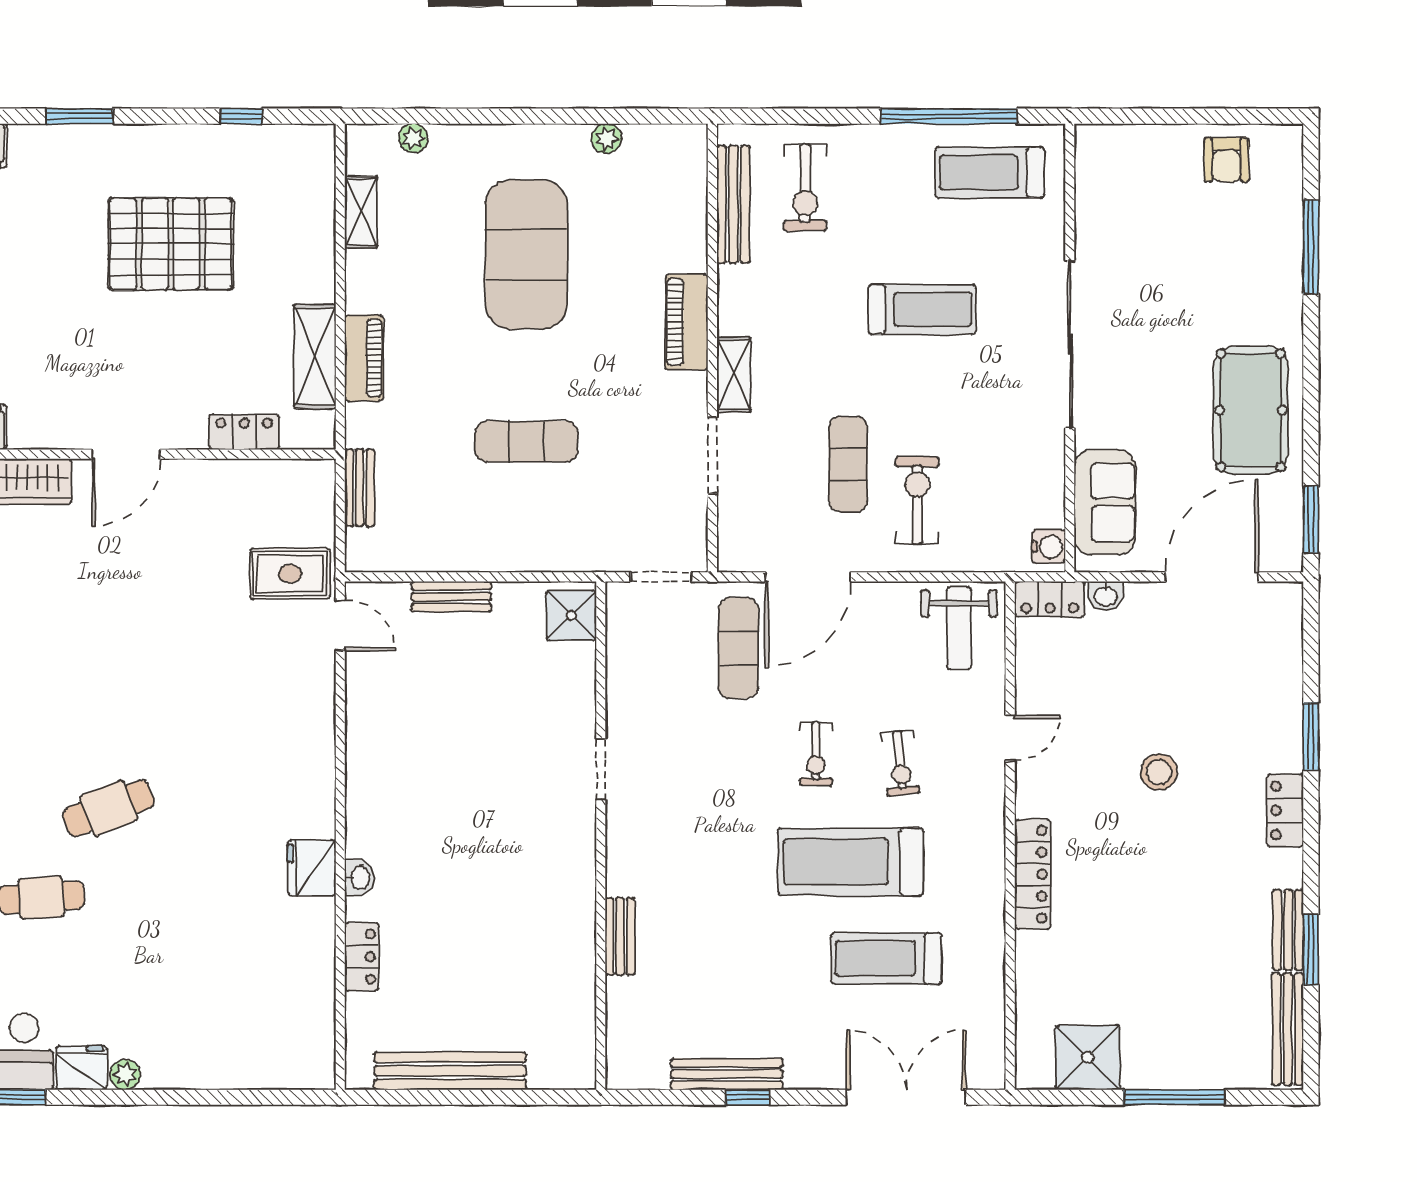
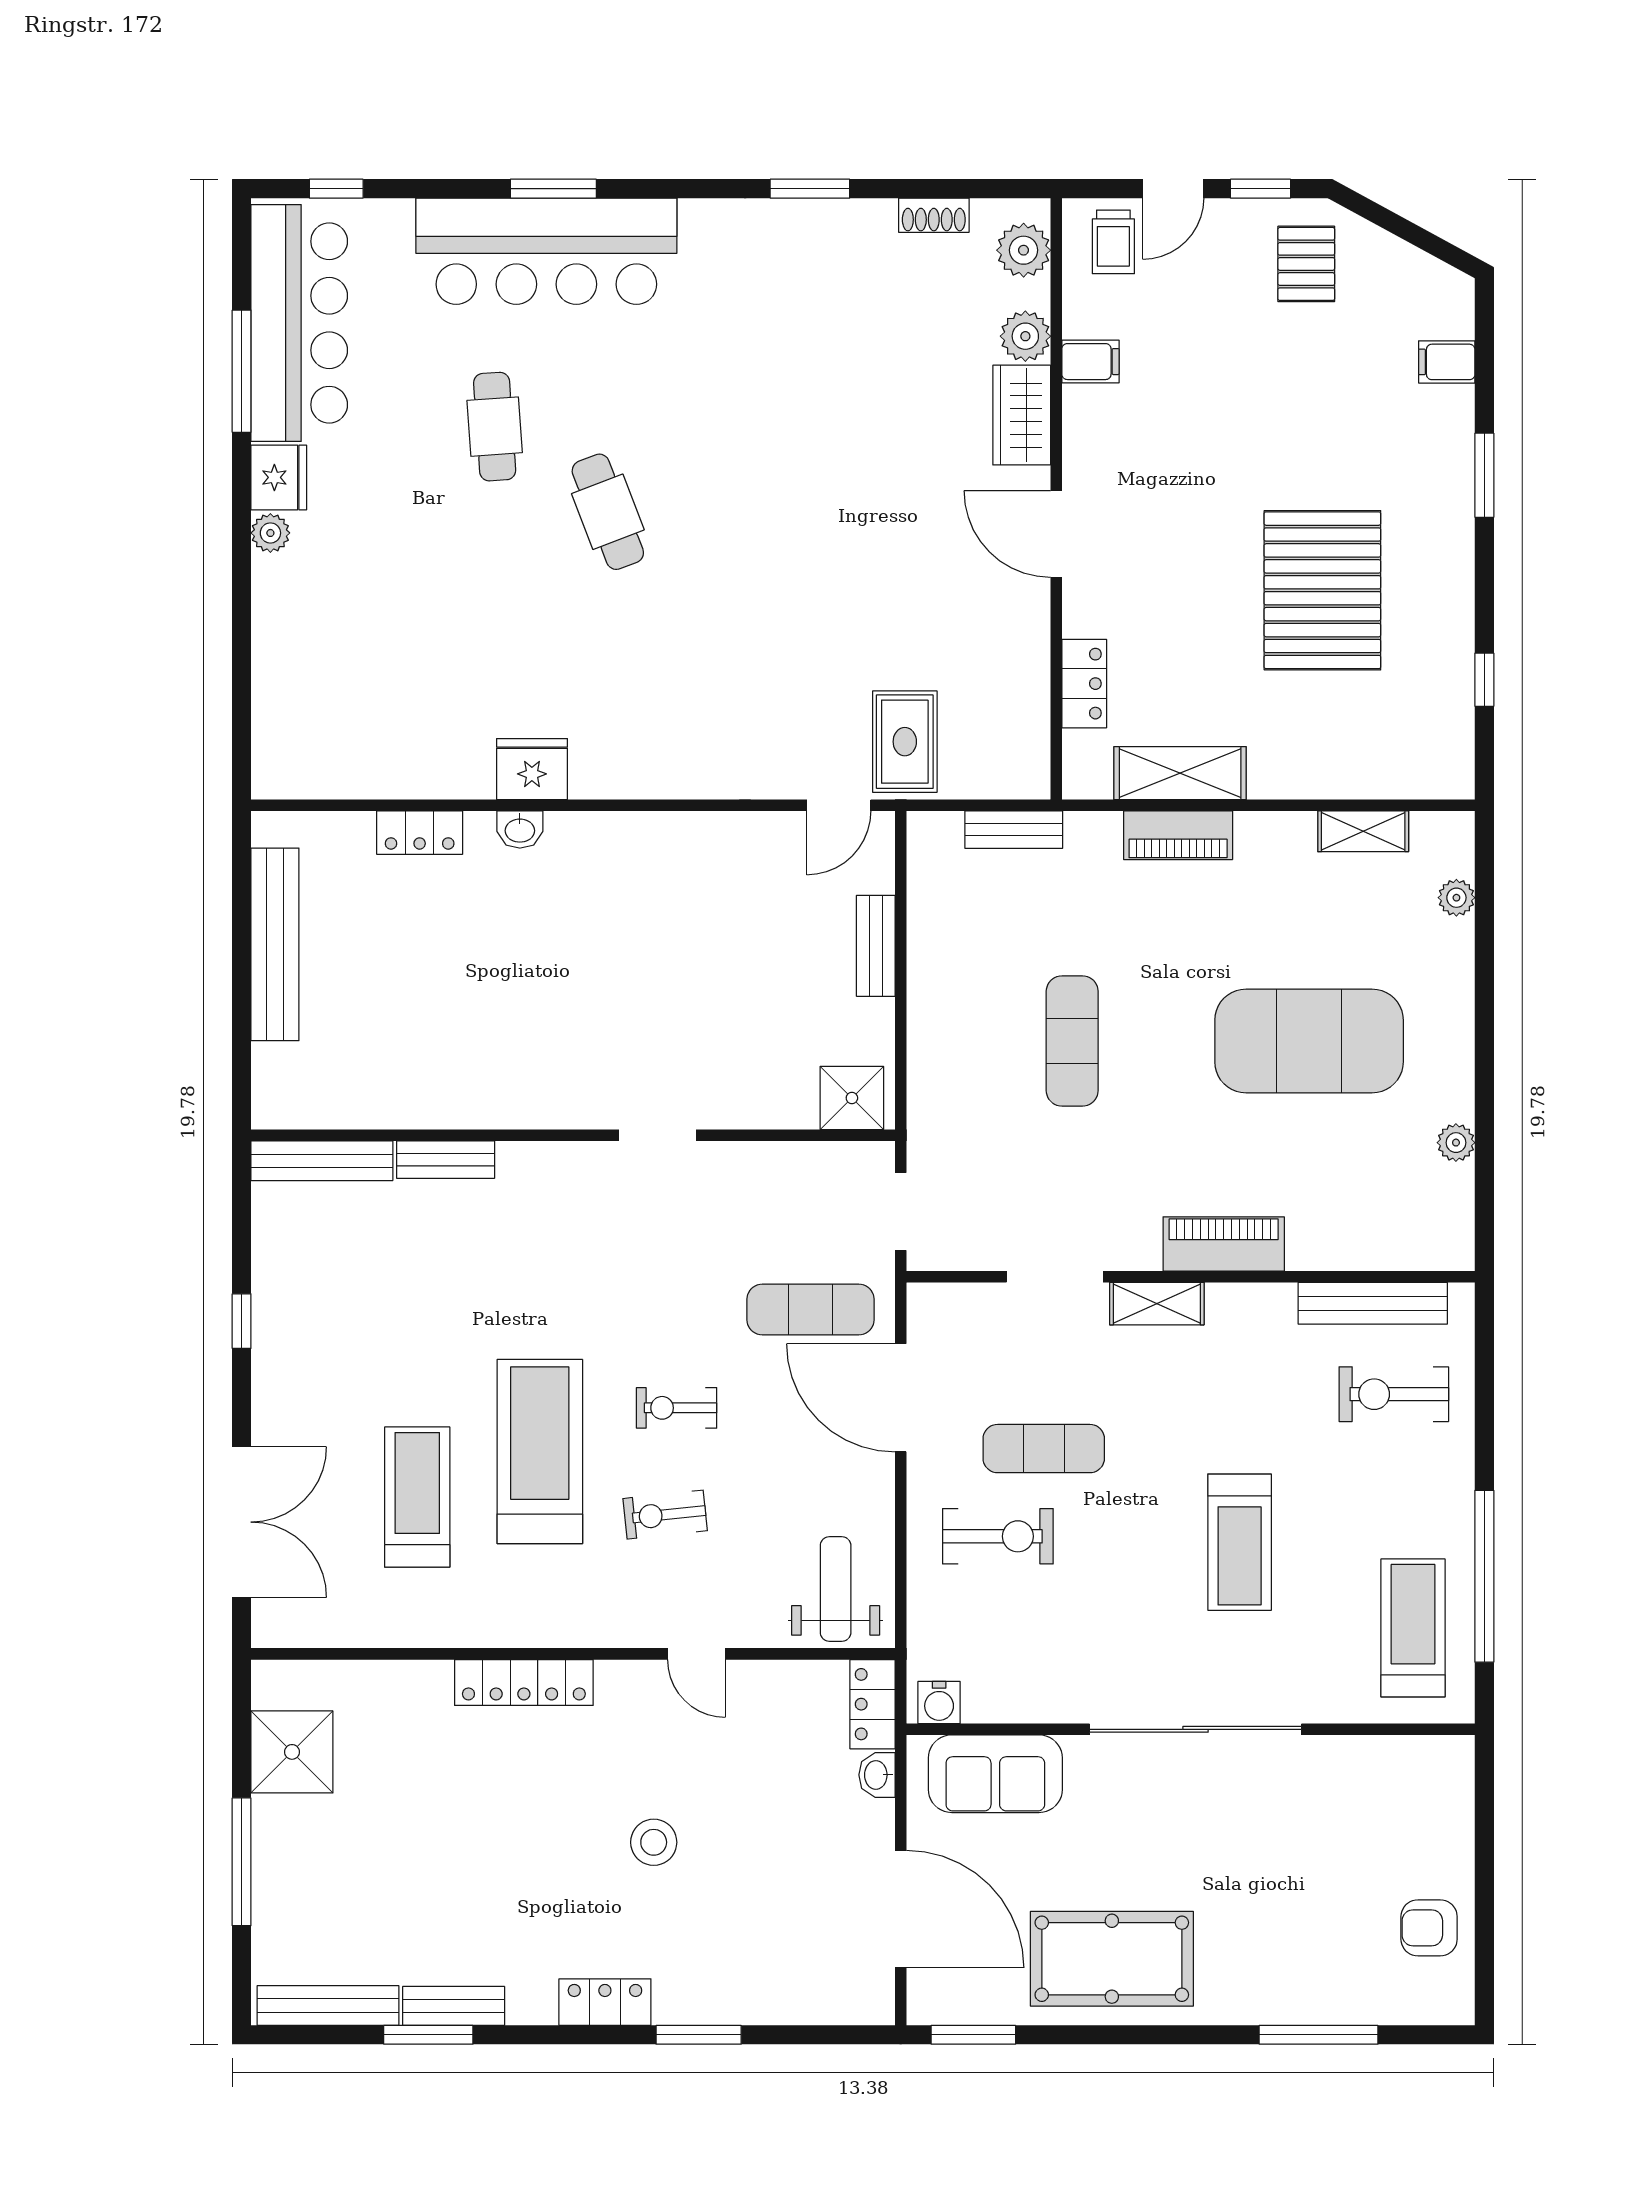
weight bench: (959, 628) -> (836, 1589), turned 90
bench: (727, 1074) -> (322, 1161), moved, turned 90

